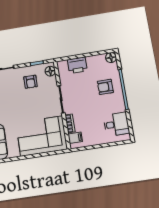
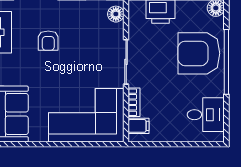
armchair: (31, 82) -> (48, 41), moved
armchair: (105, 87) -> (199, 53), width x1.88, depth x1.88

